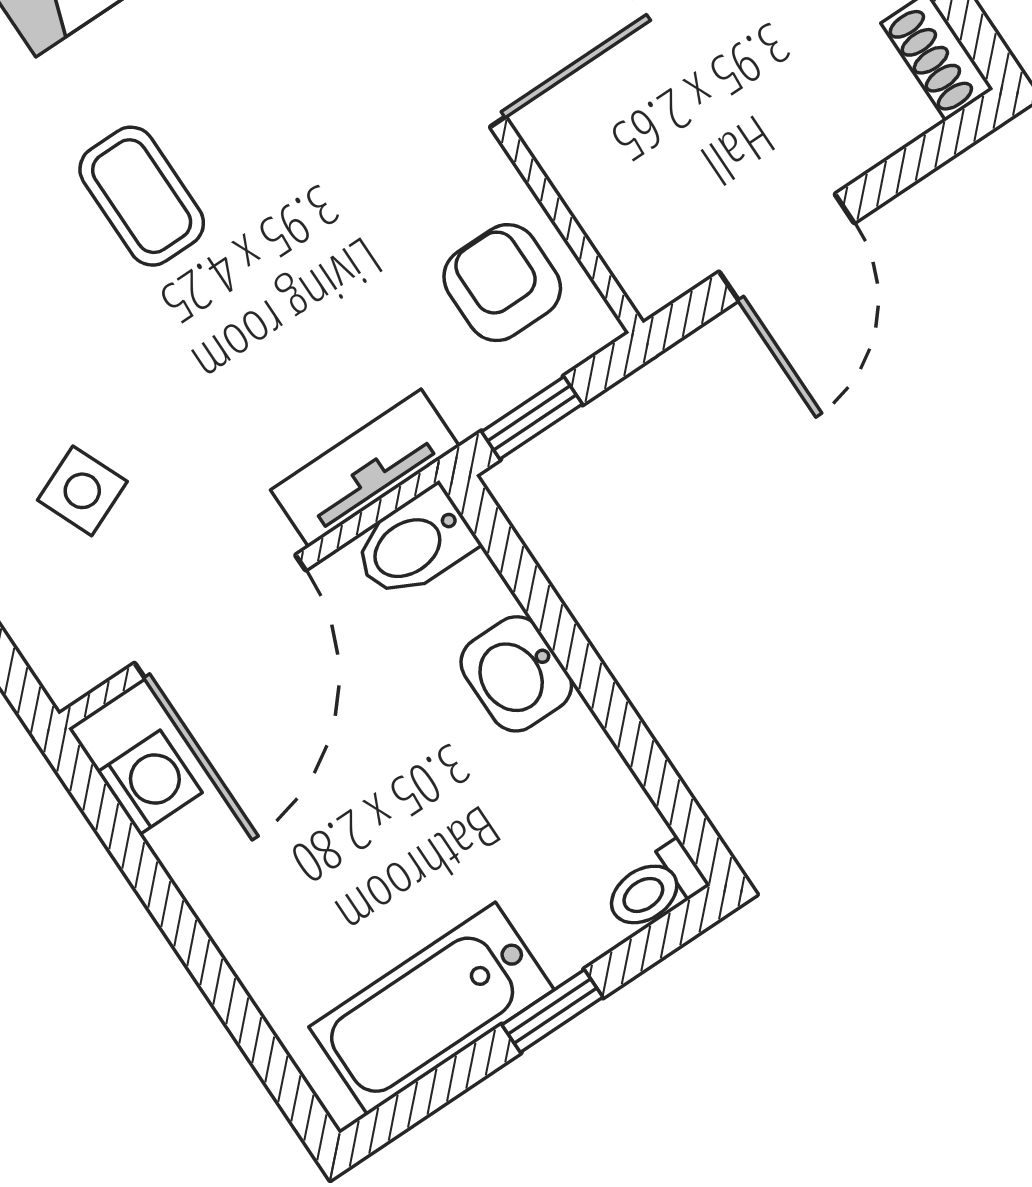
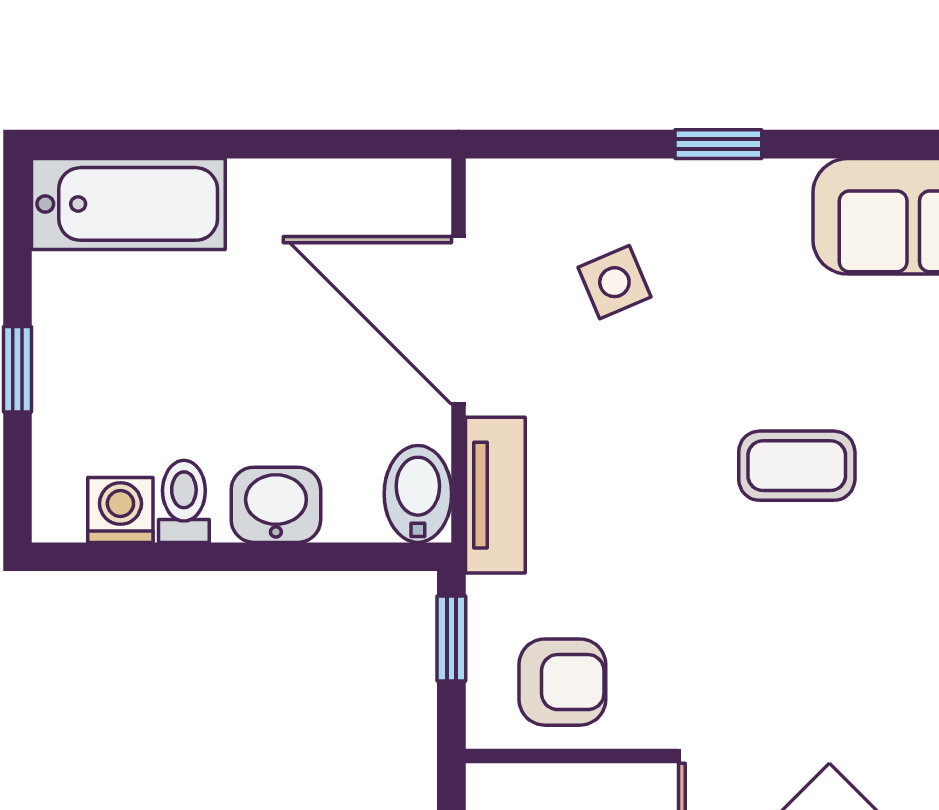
washing machine: (150, 782) -> (120, 510), moved, turned 180
toilet: (654, 888) -> (184, 501), moved
bathtub: (431, 1008) -> (128, 204), moved, turned 90

